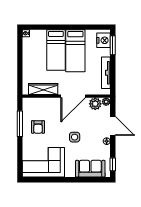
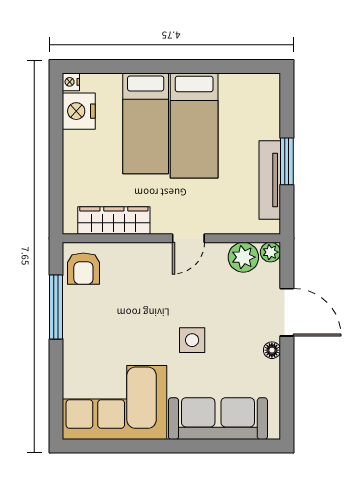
nightstand: (104, 40) -> (79, 111), moved, turned 180
window: (113, 45) -> (287, 161), moved
door: (73, 96) -> (188, 238), width x0.53
armchair: (38, 127) -> (83, 269), moved
window: (113, 164) -> (287, 408), removed
sofa: (90, 169) -> (218, 419), width x1.36

